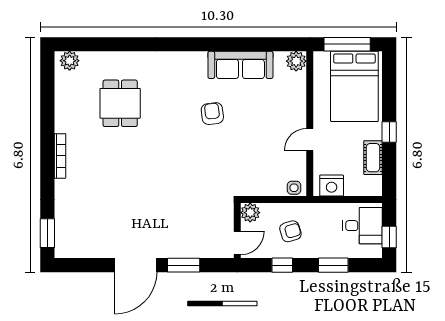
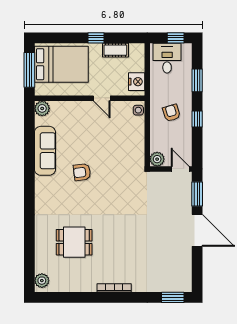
plant: (250, 213) -> (157, 159), moved
wall: (237, 231) -> (171, 169), moved
door: (237, 243) -> (180, 169), moved

